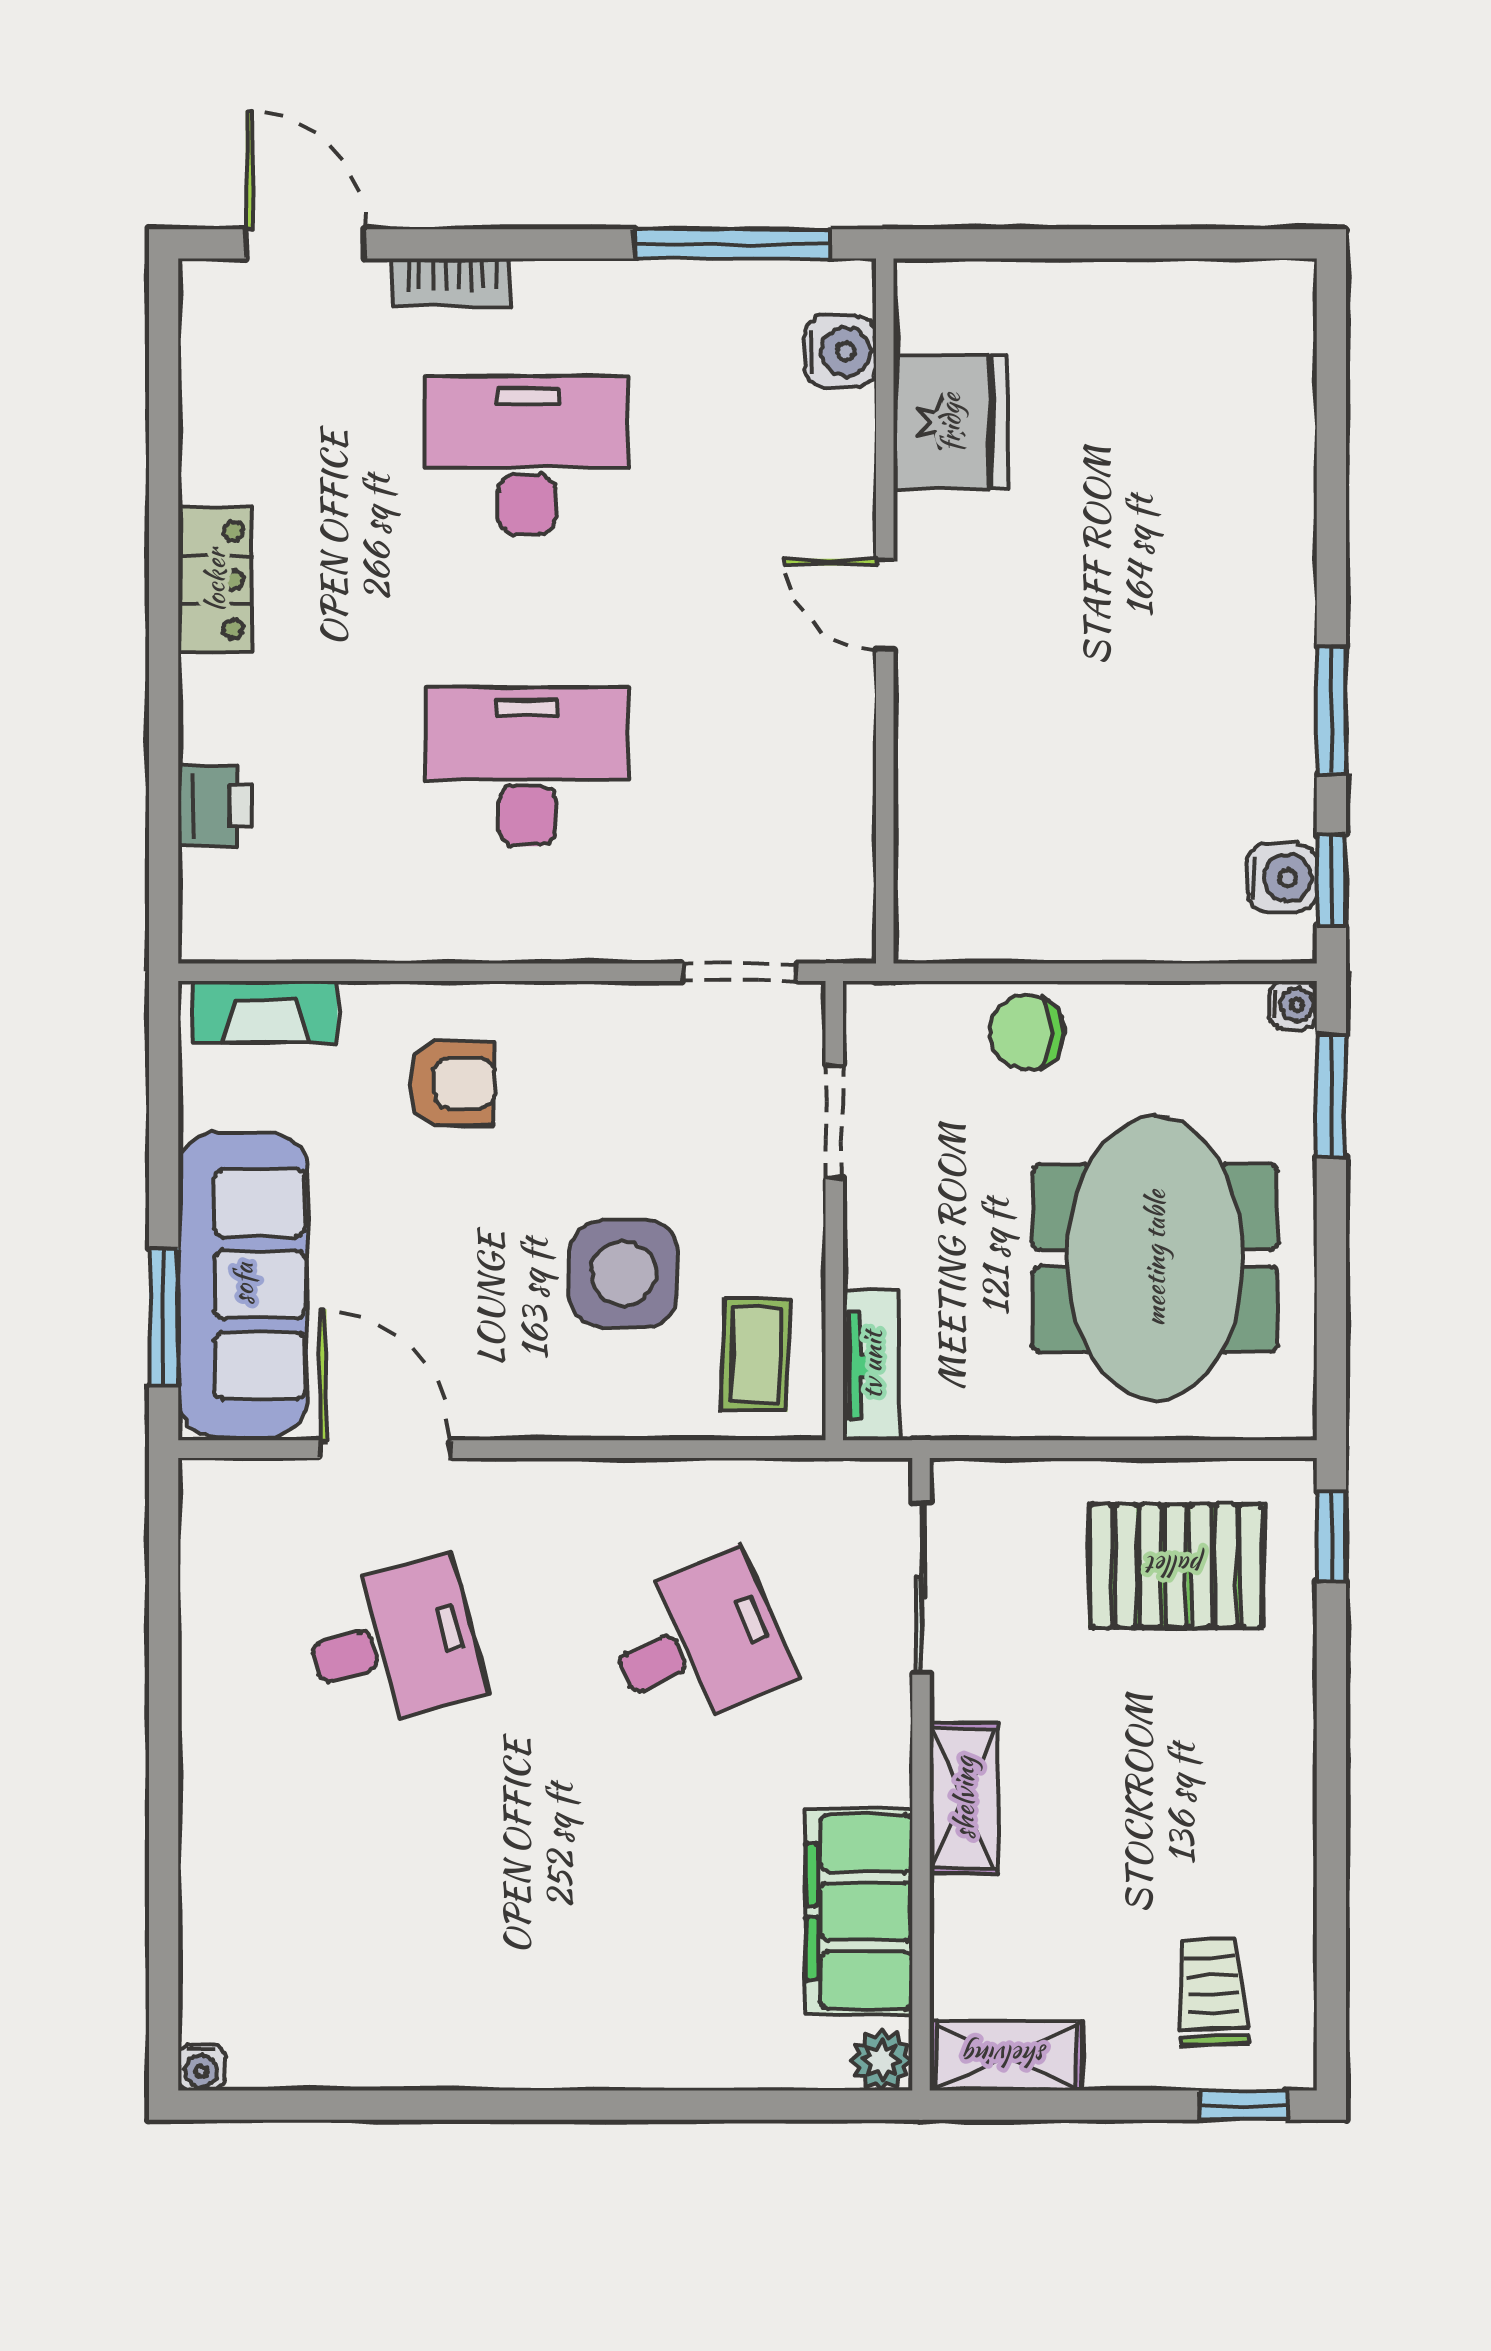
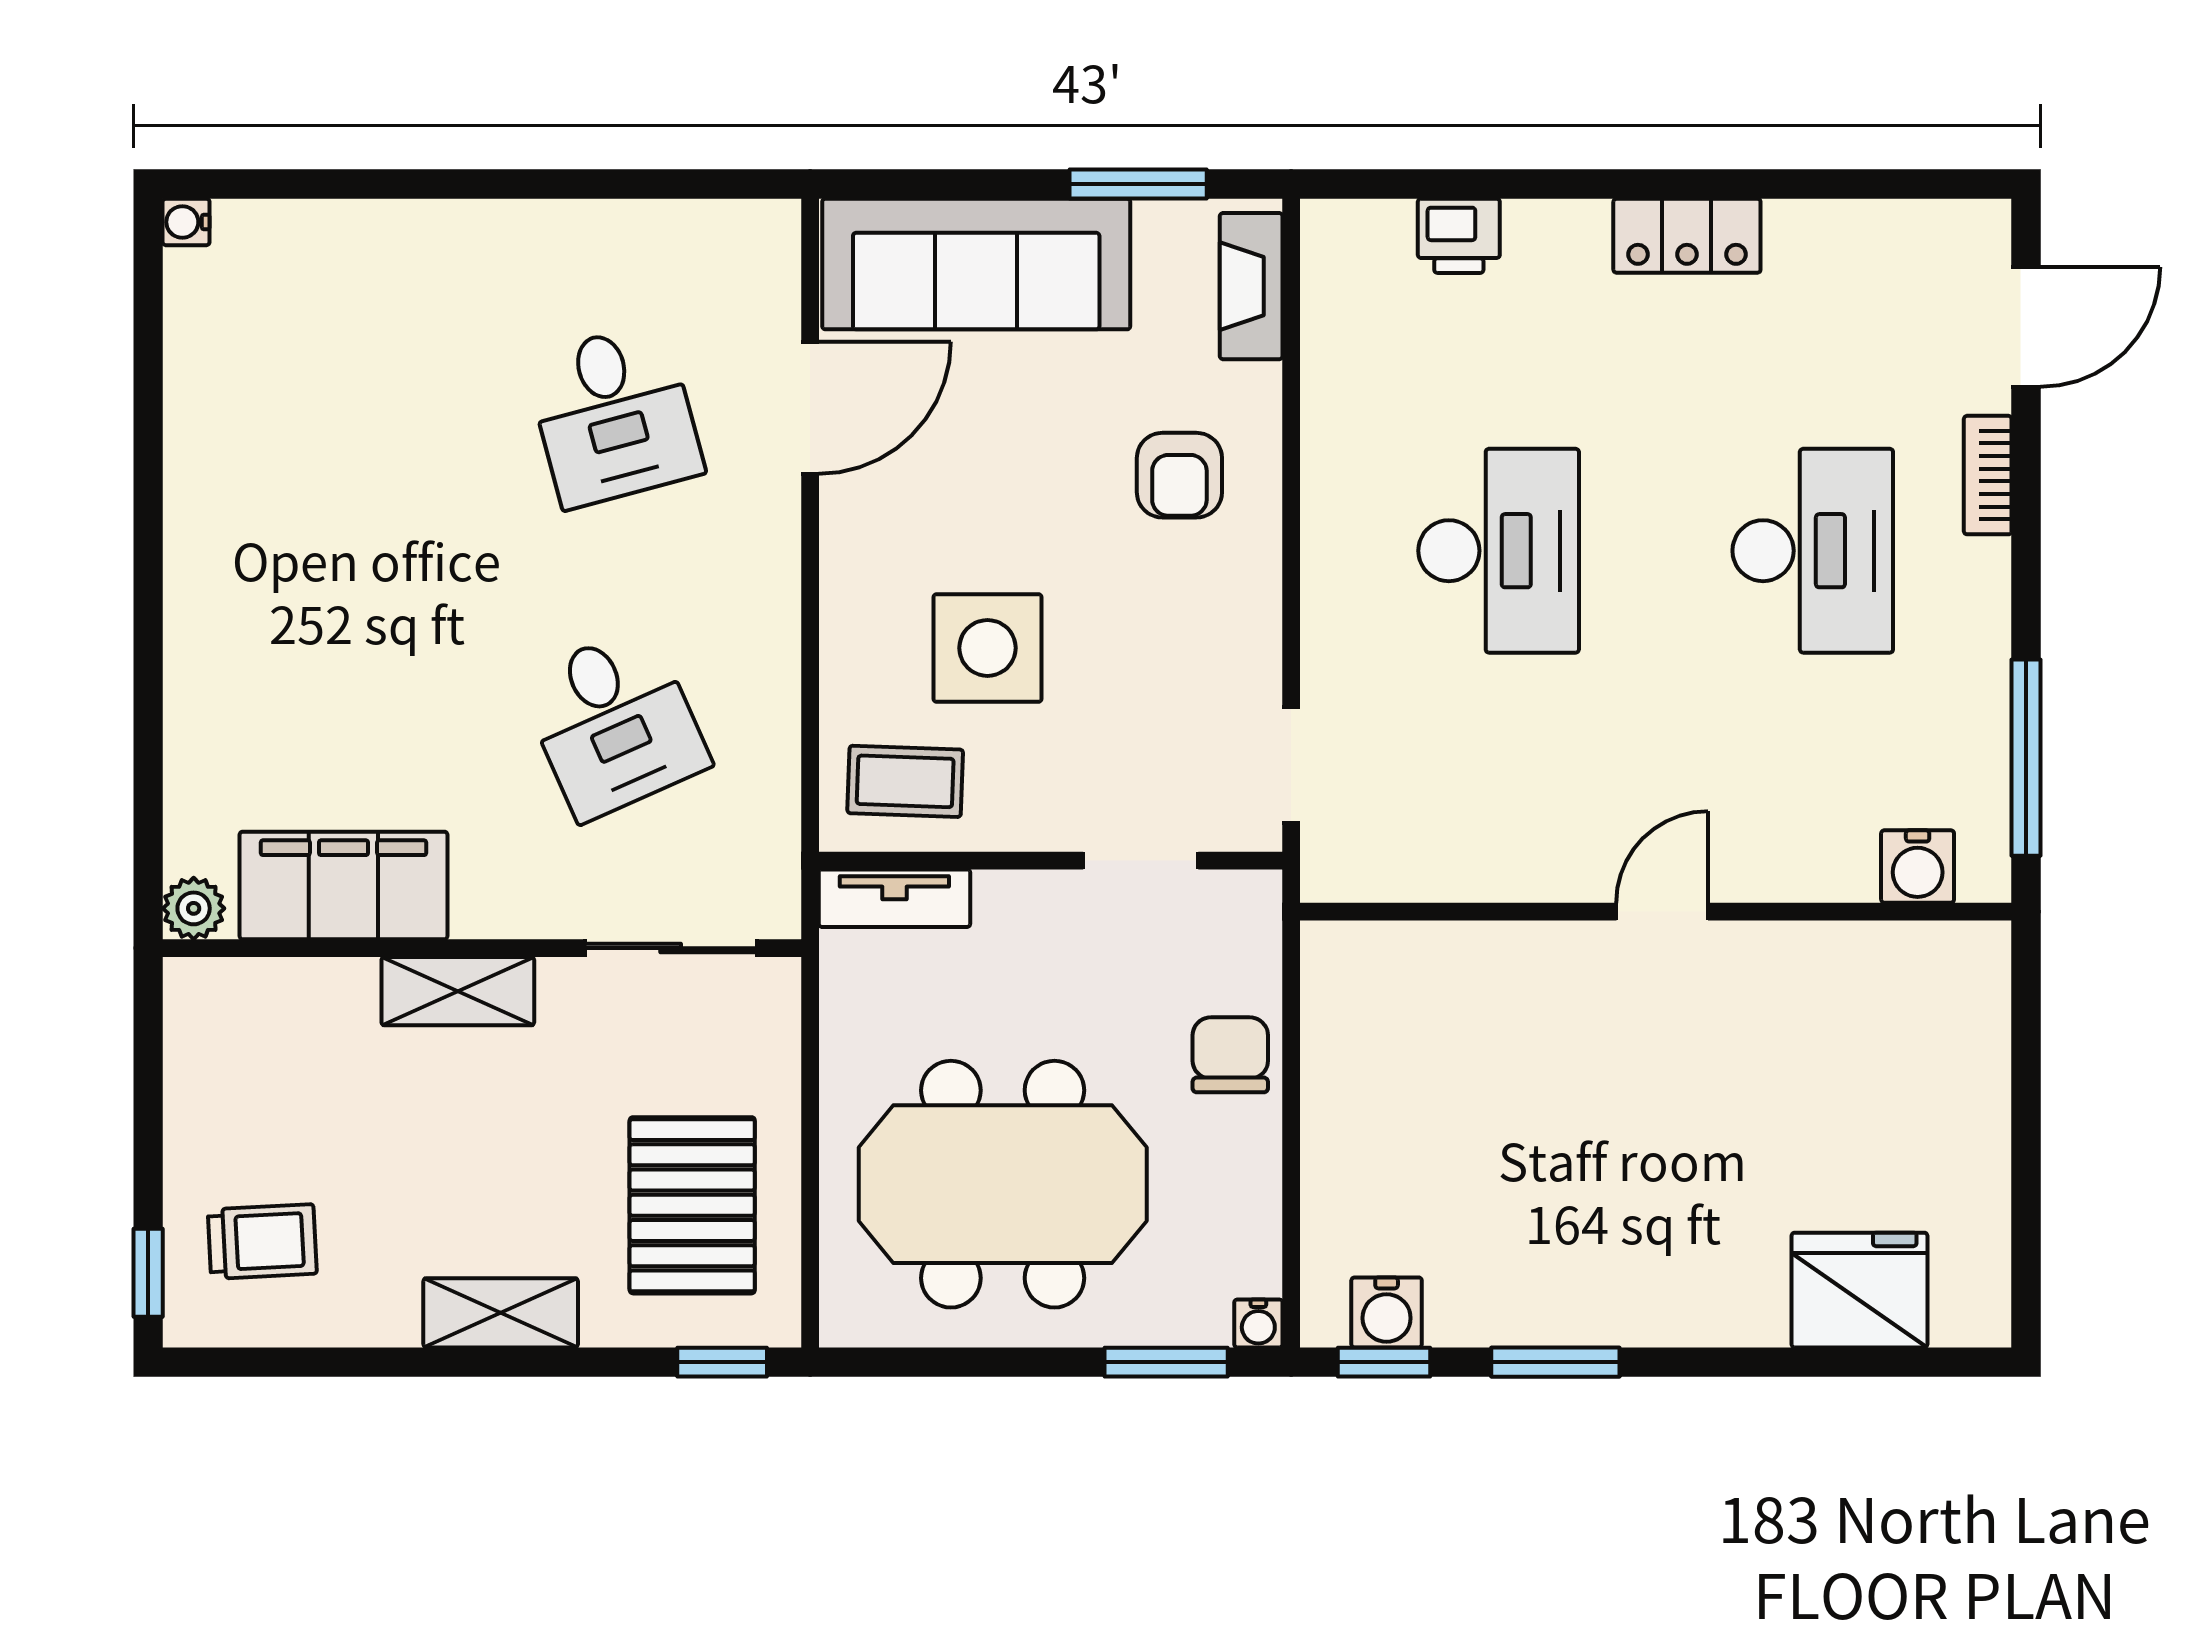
fridge: (950, 422) -> (1859, 1290), moved, turned 180
window: (164, 1317) -> (1138, 184), moved
shelving: (1006, 2056) -> (501, 1313), moved, turned 90

